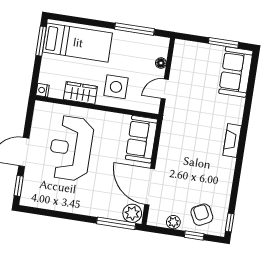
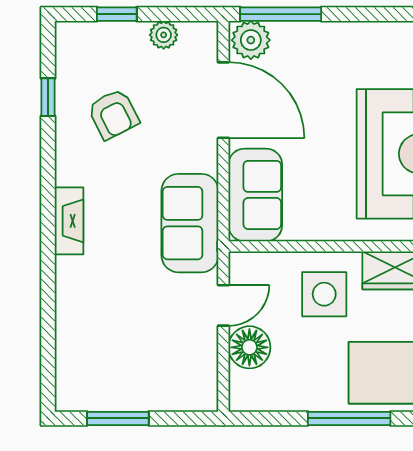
window: (134, 29) -> (349, 418), moved
floor lamp: (161, 63) -> (249, 347), width x1.89, depth x1.89
sofa: (236, 72) -> (190, 223), moved, turned 180
armchair: (202, 215) -> (113, 114), moved
window: (230, 223) -> (48, 97), moved

